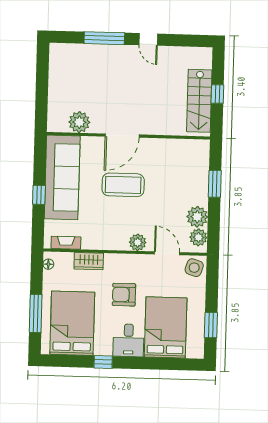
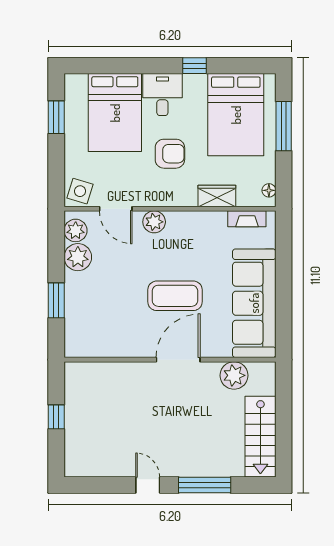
stairs: (199, 101) -> (260, 437), moved, turned 180
window: (39, 195) -> (284, 280), removed

